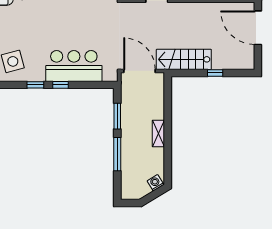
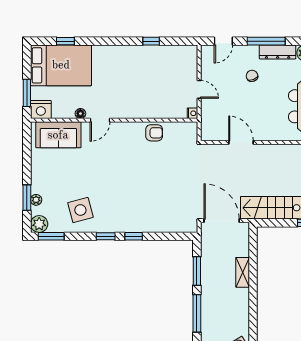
bar counter: (74, 66) -> (148, 215), removed
shelving: (158, 133) -> (243, 272), moved

